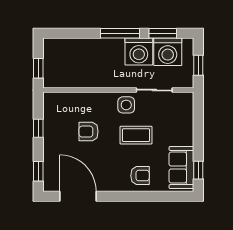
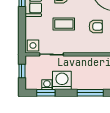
window: (120, 33) -> (90, 93), moved
washing machine: (168, 52) -> (47, 85), width x0.53, depth x0.53
side table: (126, 105) -> (33, 45), moved

